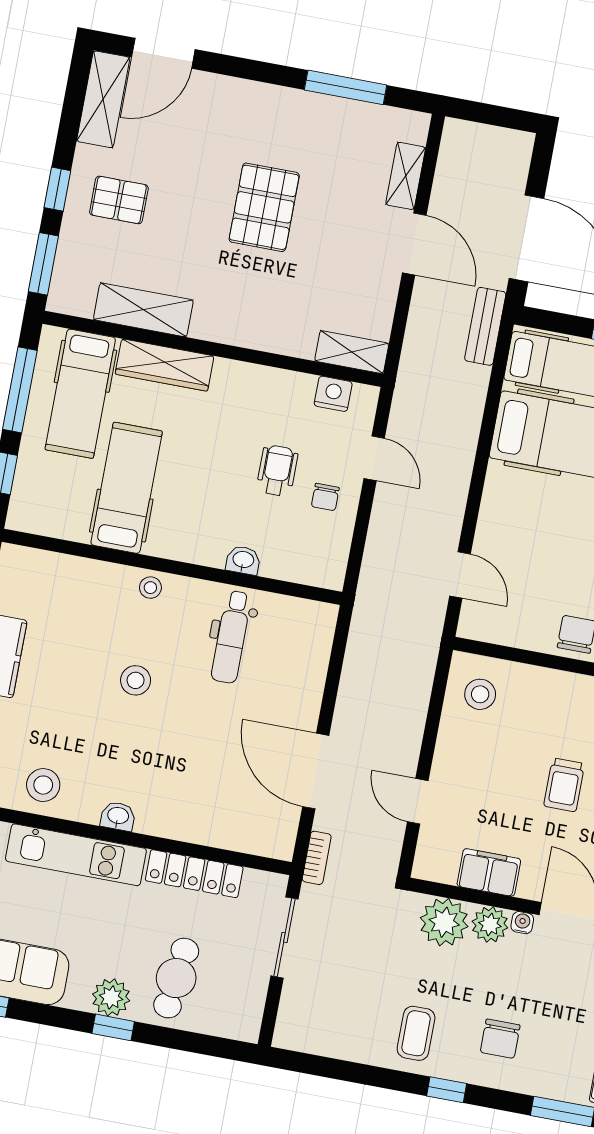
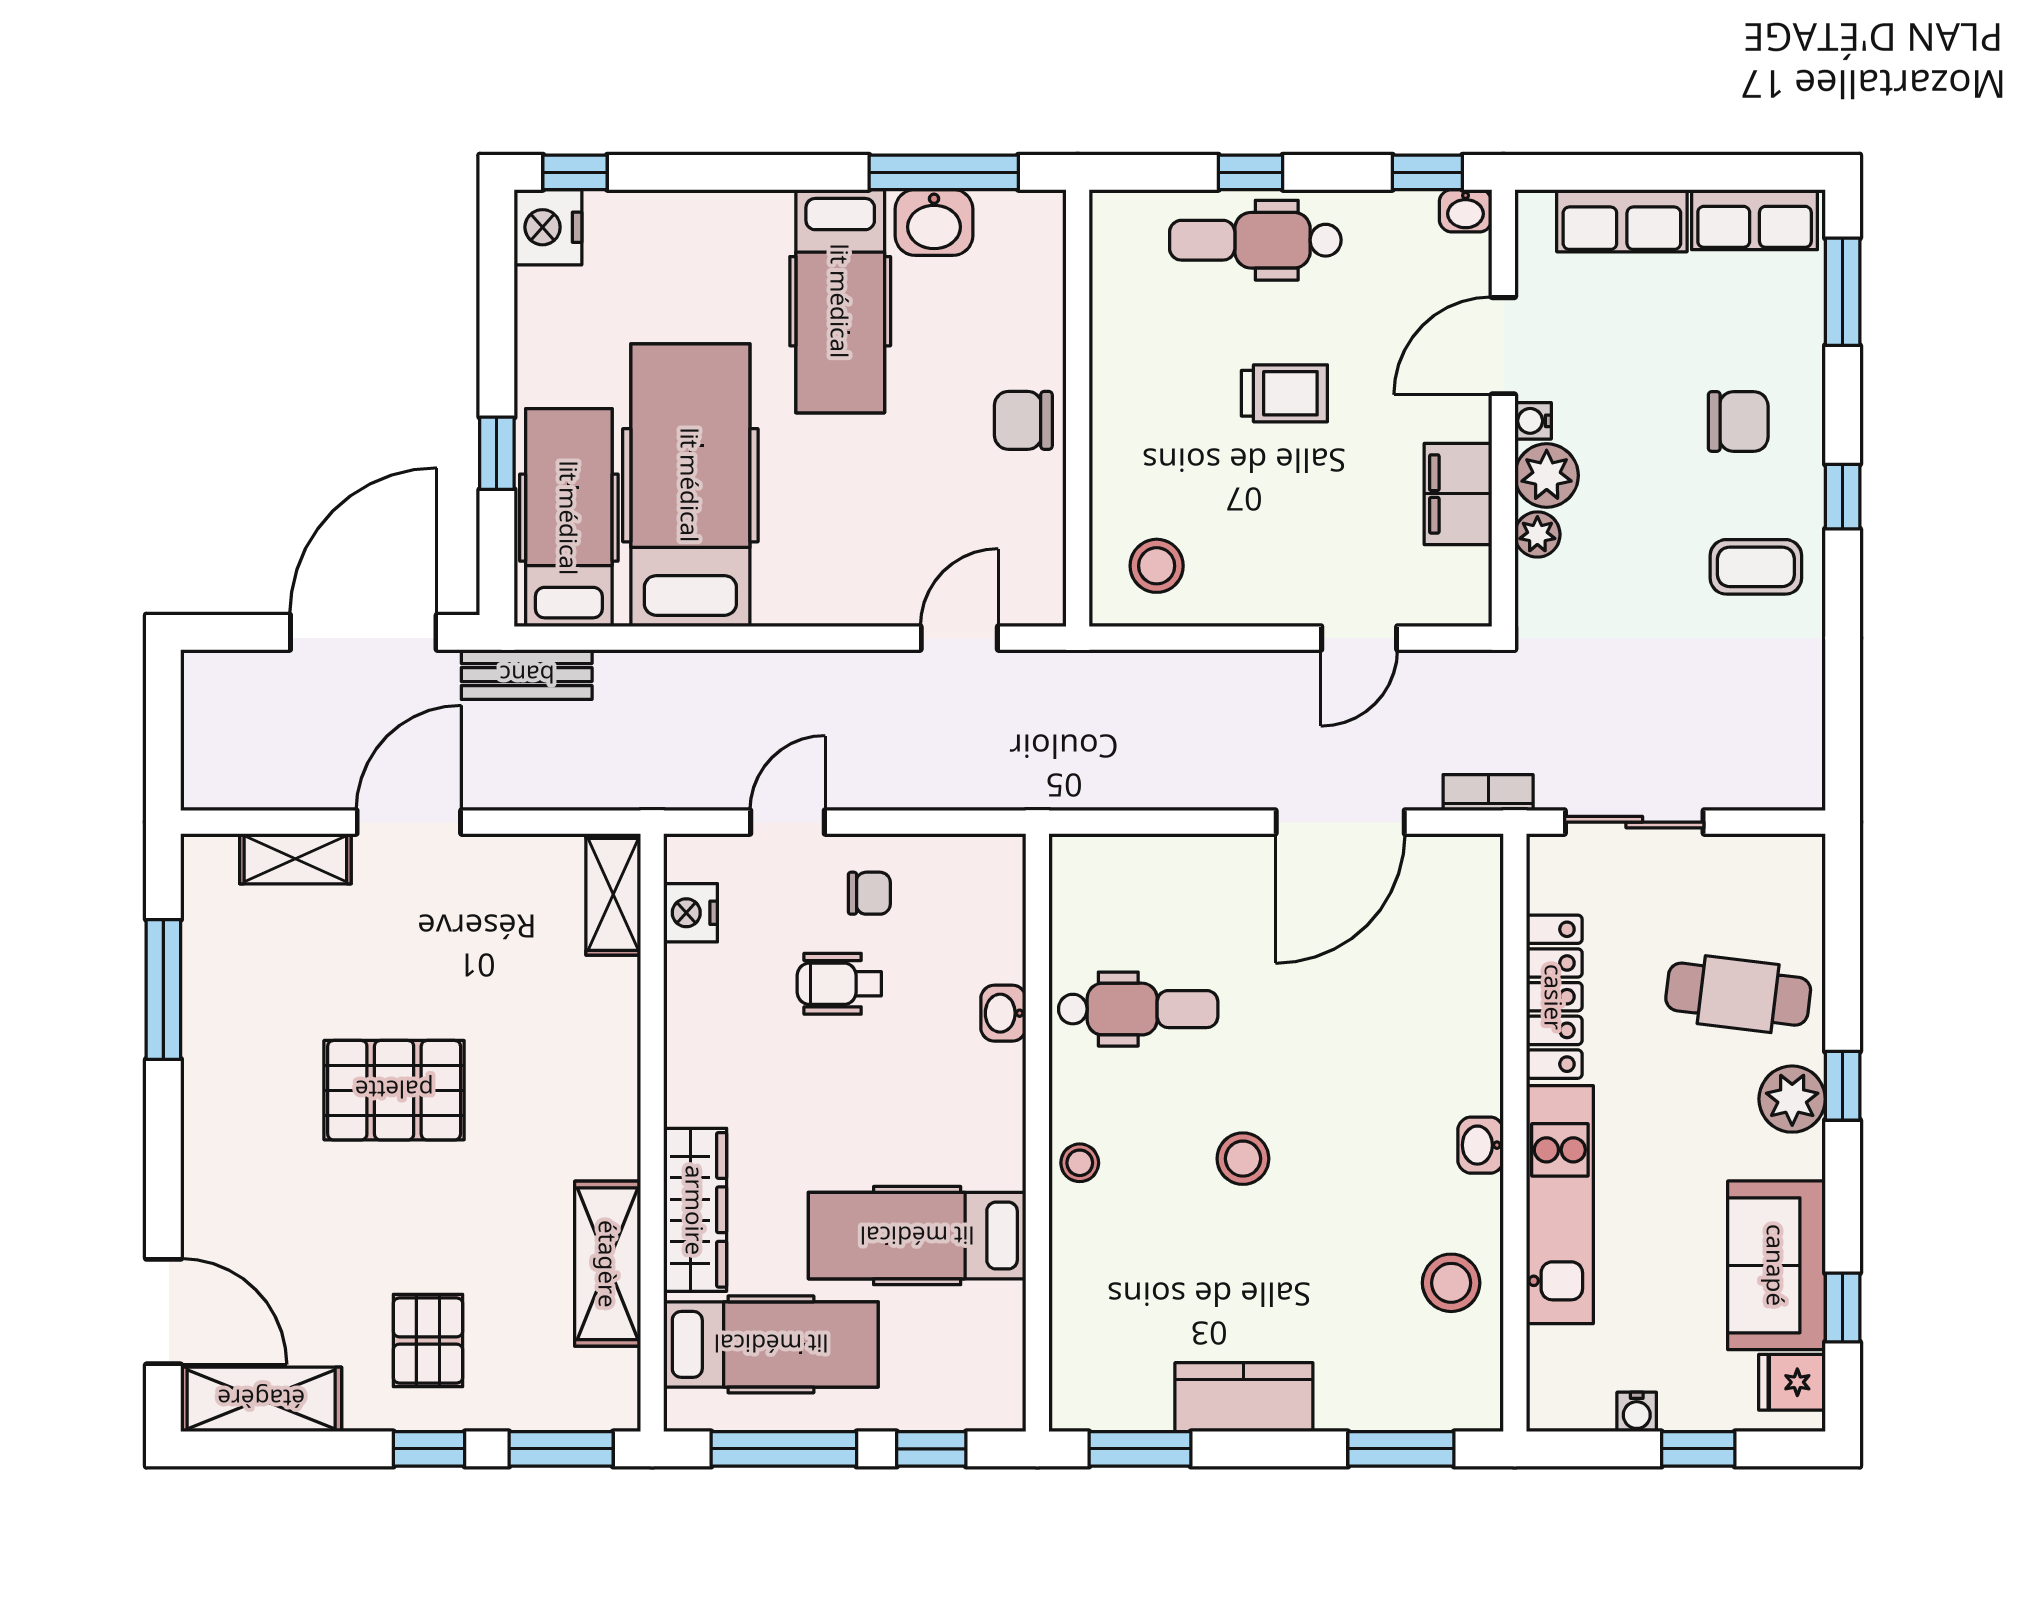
plant: (444, 922) -> (1537, 534), width x0.53, depth x0.53

